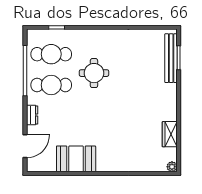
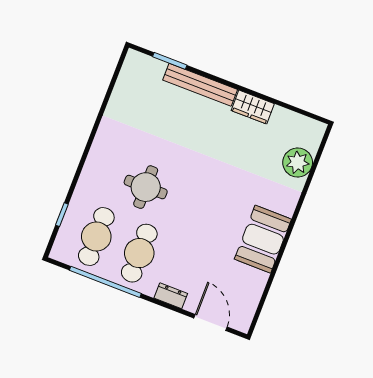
bench: (171, 58) -> (200, 85), moved
wardrobe: (170, 134) -> (253, 107), moved
booth: (76, 159) -> (263, 239), moved
plant: (172, 167) -> (298, 163), moved, width x1.88, depth x1.88

